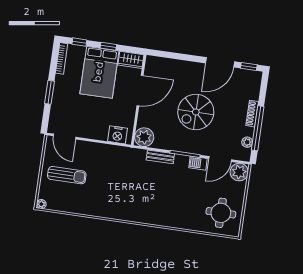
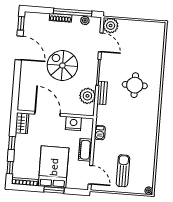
bed: (99, 72) -> (54, 167), moved, turned -90
spiral stairs: (196, 112) -> (62, 65), turned 180
cot: (95, 132) -> (85, 150), added
nightstand: (117, 135) -> (73, 124), moved, turned -90
door: (65, 137) -> (90, 175), hinge flipped
plant: (144, 137) -> (87, 96), moved
barbecue: (198, 163) -> (100, 133), moved
round table: (221, 213) -> (135, 85), moved

